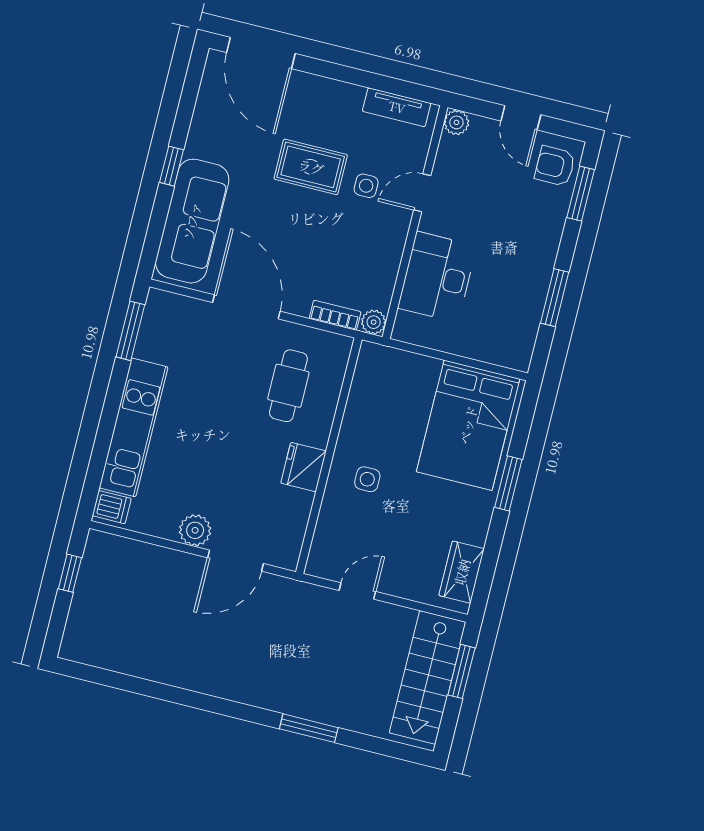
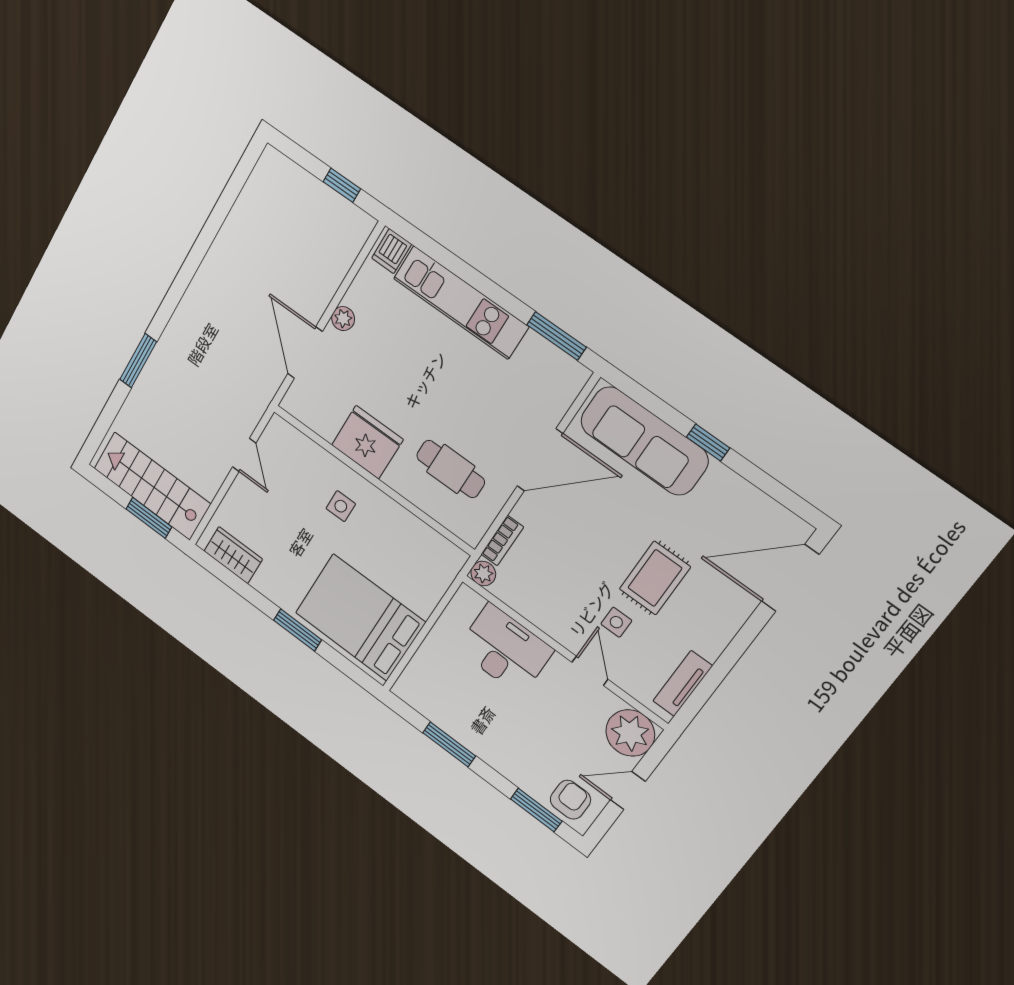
plant: (456, 122) -> (630, 733), width x1.87, depth x1.87
fridge: (304, 467) -> (367, 442), width x1.36, depth x1.34
plant: (195, 530) -> (343, 319), width x0.73, depth x0.73

